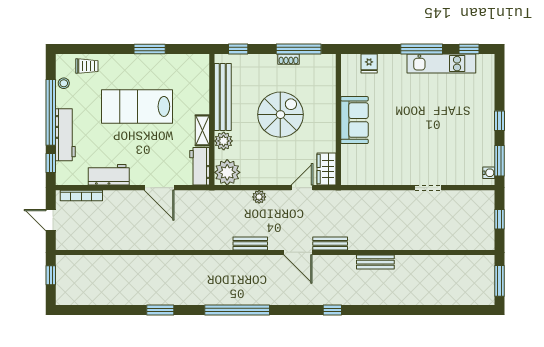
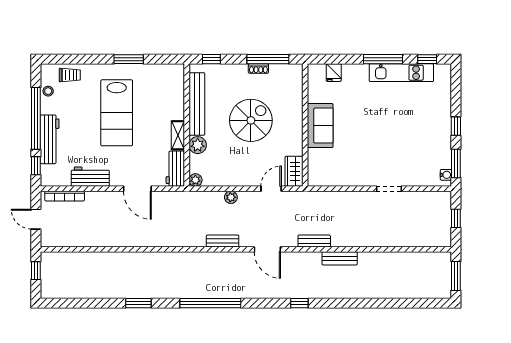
lab bench: (137, 106) -> (117, 113), turned -90
plant: (227, 172) -> (195, 180), width x0.53, depth x0.53
bench: (330, 243) -> (314, 241), moved

